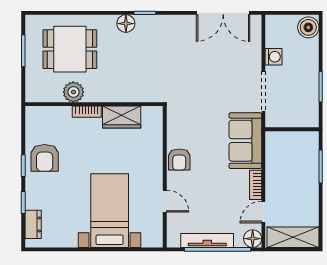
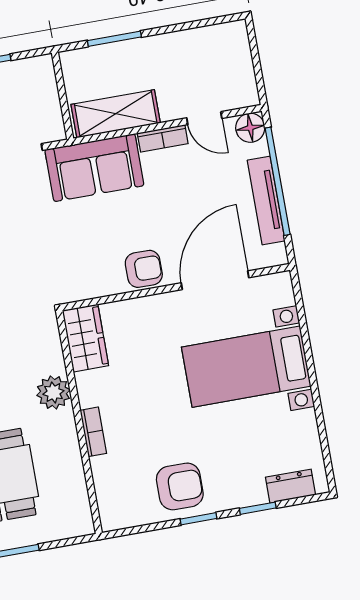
plant: (73, 92) -> (53, 392), moved
wardrobe: (122, 117) -> (85, 338), moved
door: (165, 201) -> (215, 280), width x1.88
shelving: (293, 237) -> (116, 114), moved, turned 90

